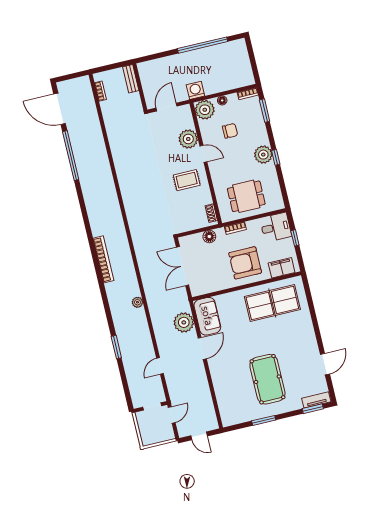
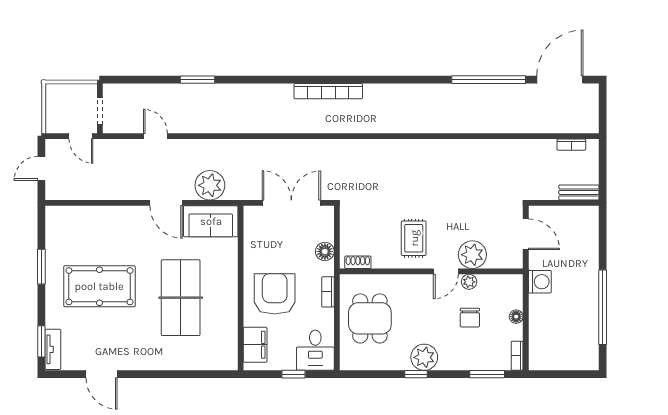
plant: (205, 110) -> (469, 282), moved, width x0.53, depth x0.53
plant: (137, 302) -> (255, 126), removed
table tennis table: (272, 303) -> (181, 298), moved

